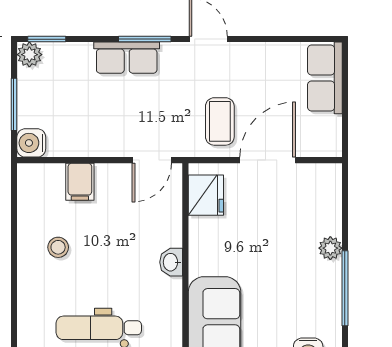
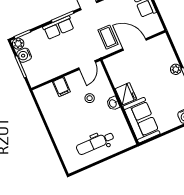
water cooler: (31, 143) -> (24, 55), moved
door: (268, 160) -> (134, 44), hinge flipped
fridge: (206, 195) -> (126, 94), moved
stool: (58, 247) -> (90, 98), moved

